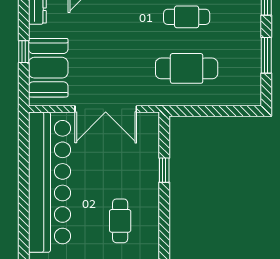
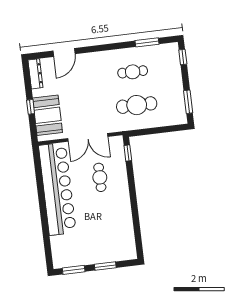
window: (266, 55) -> (188, 102), moved
window: (164, 170) -> (128, 153), moved
cafe table: (120, 221) -> (100, 177), moved

